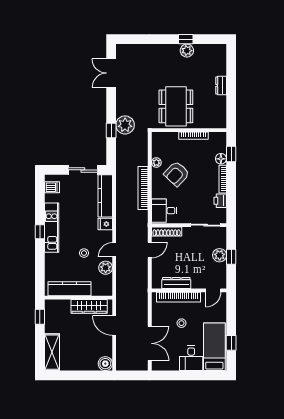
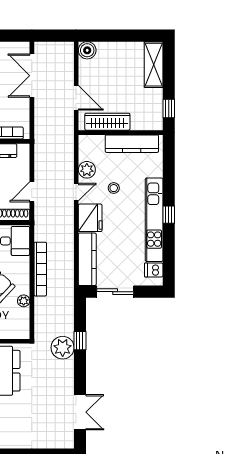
fridge: (105, 224) -> (90, 218), width x1.88, depth x1.34
kitchen unit: (52, 228) -> (154, 220), width x1.36

